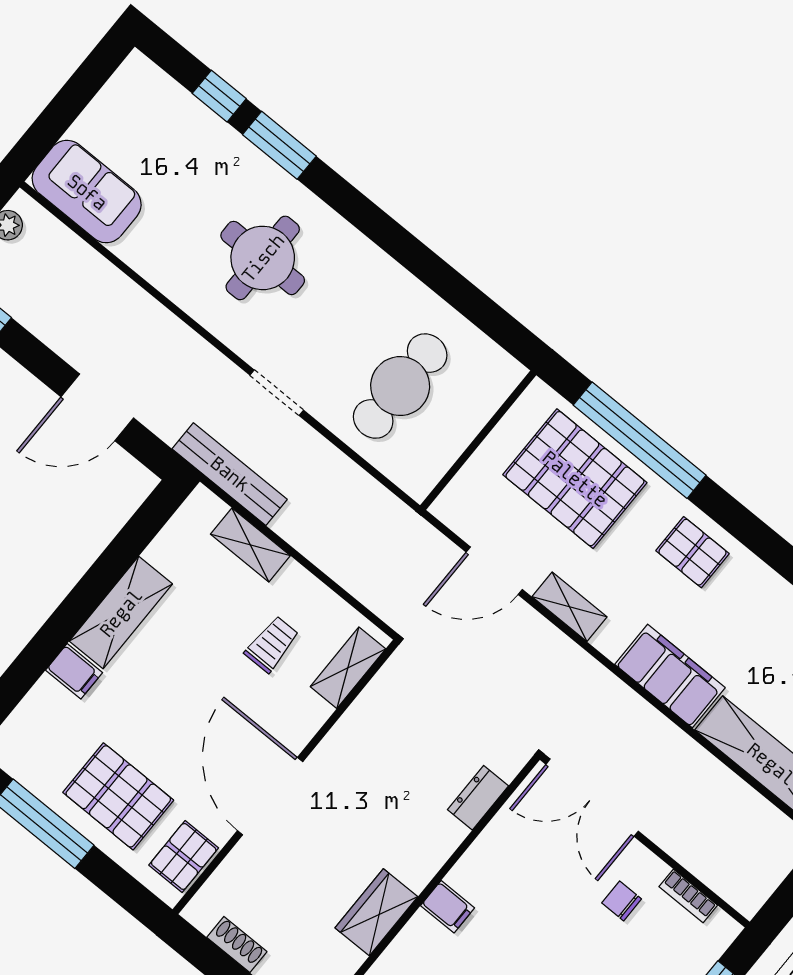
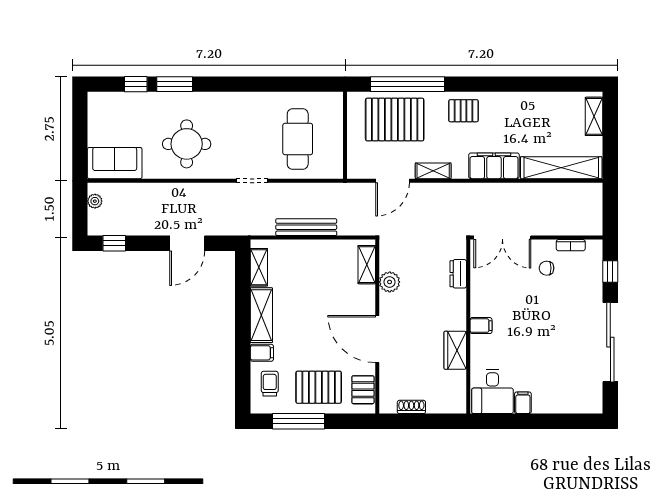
round table: (263, 258) -> (187, 144), moved
bench: (230, 474) -> (306, 227), moved
shelving: (250, 545) -> (259, 267), moved, turned 90
trolley: (272, 644) -> (270, 384), moved
plant: (361, 723) -> (390, 282), added

